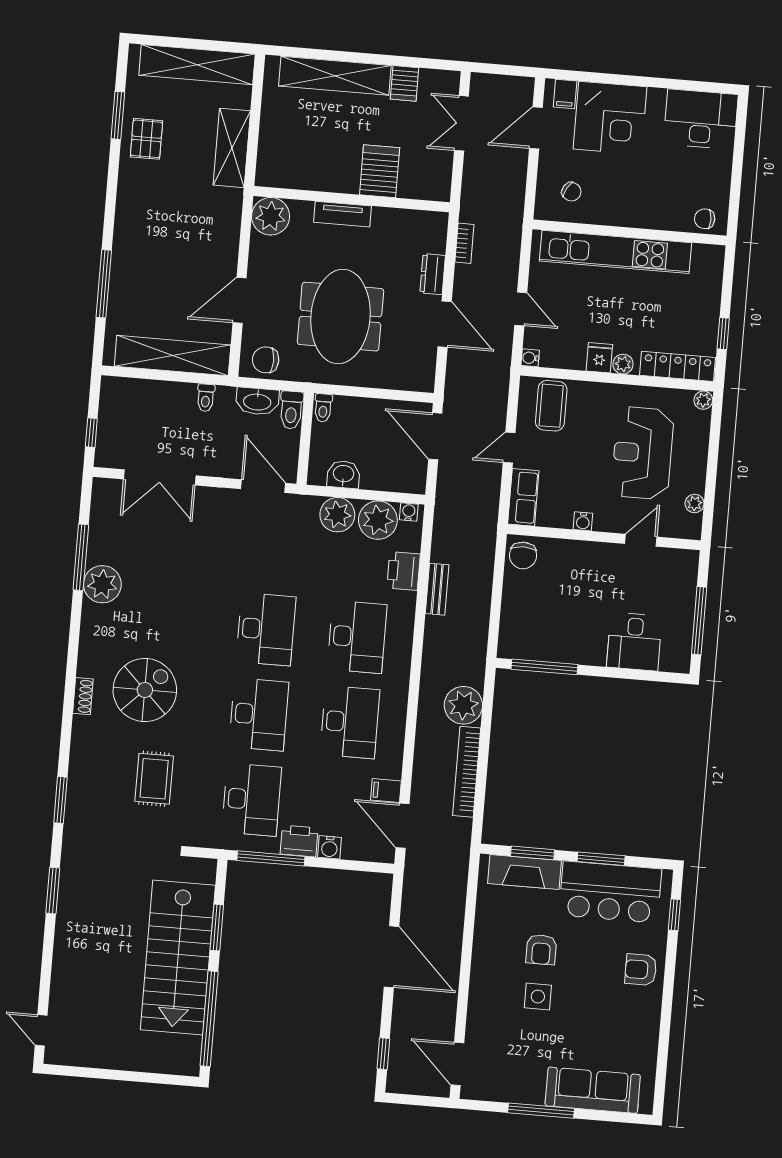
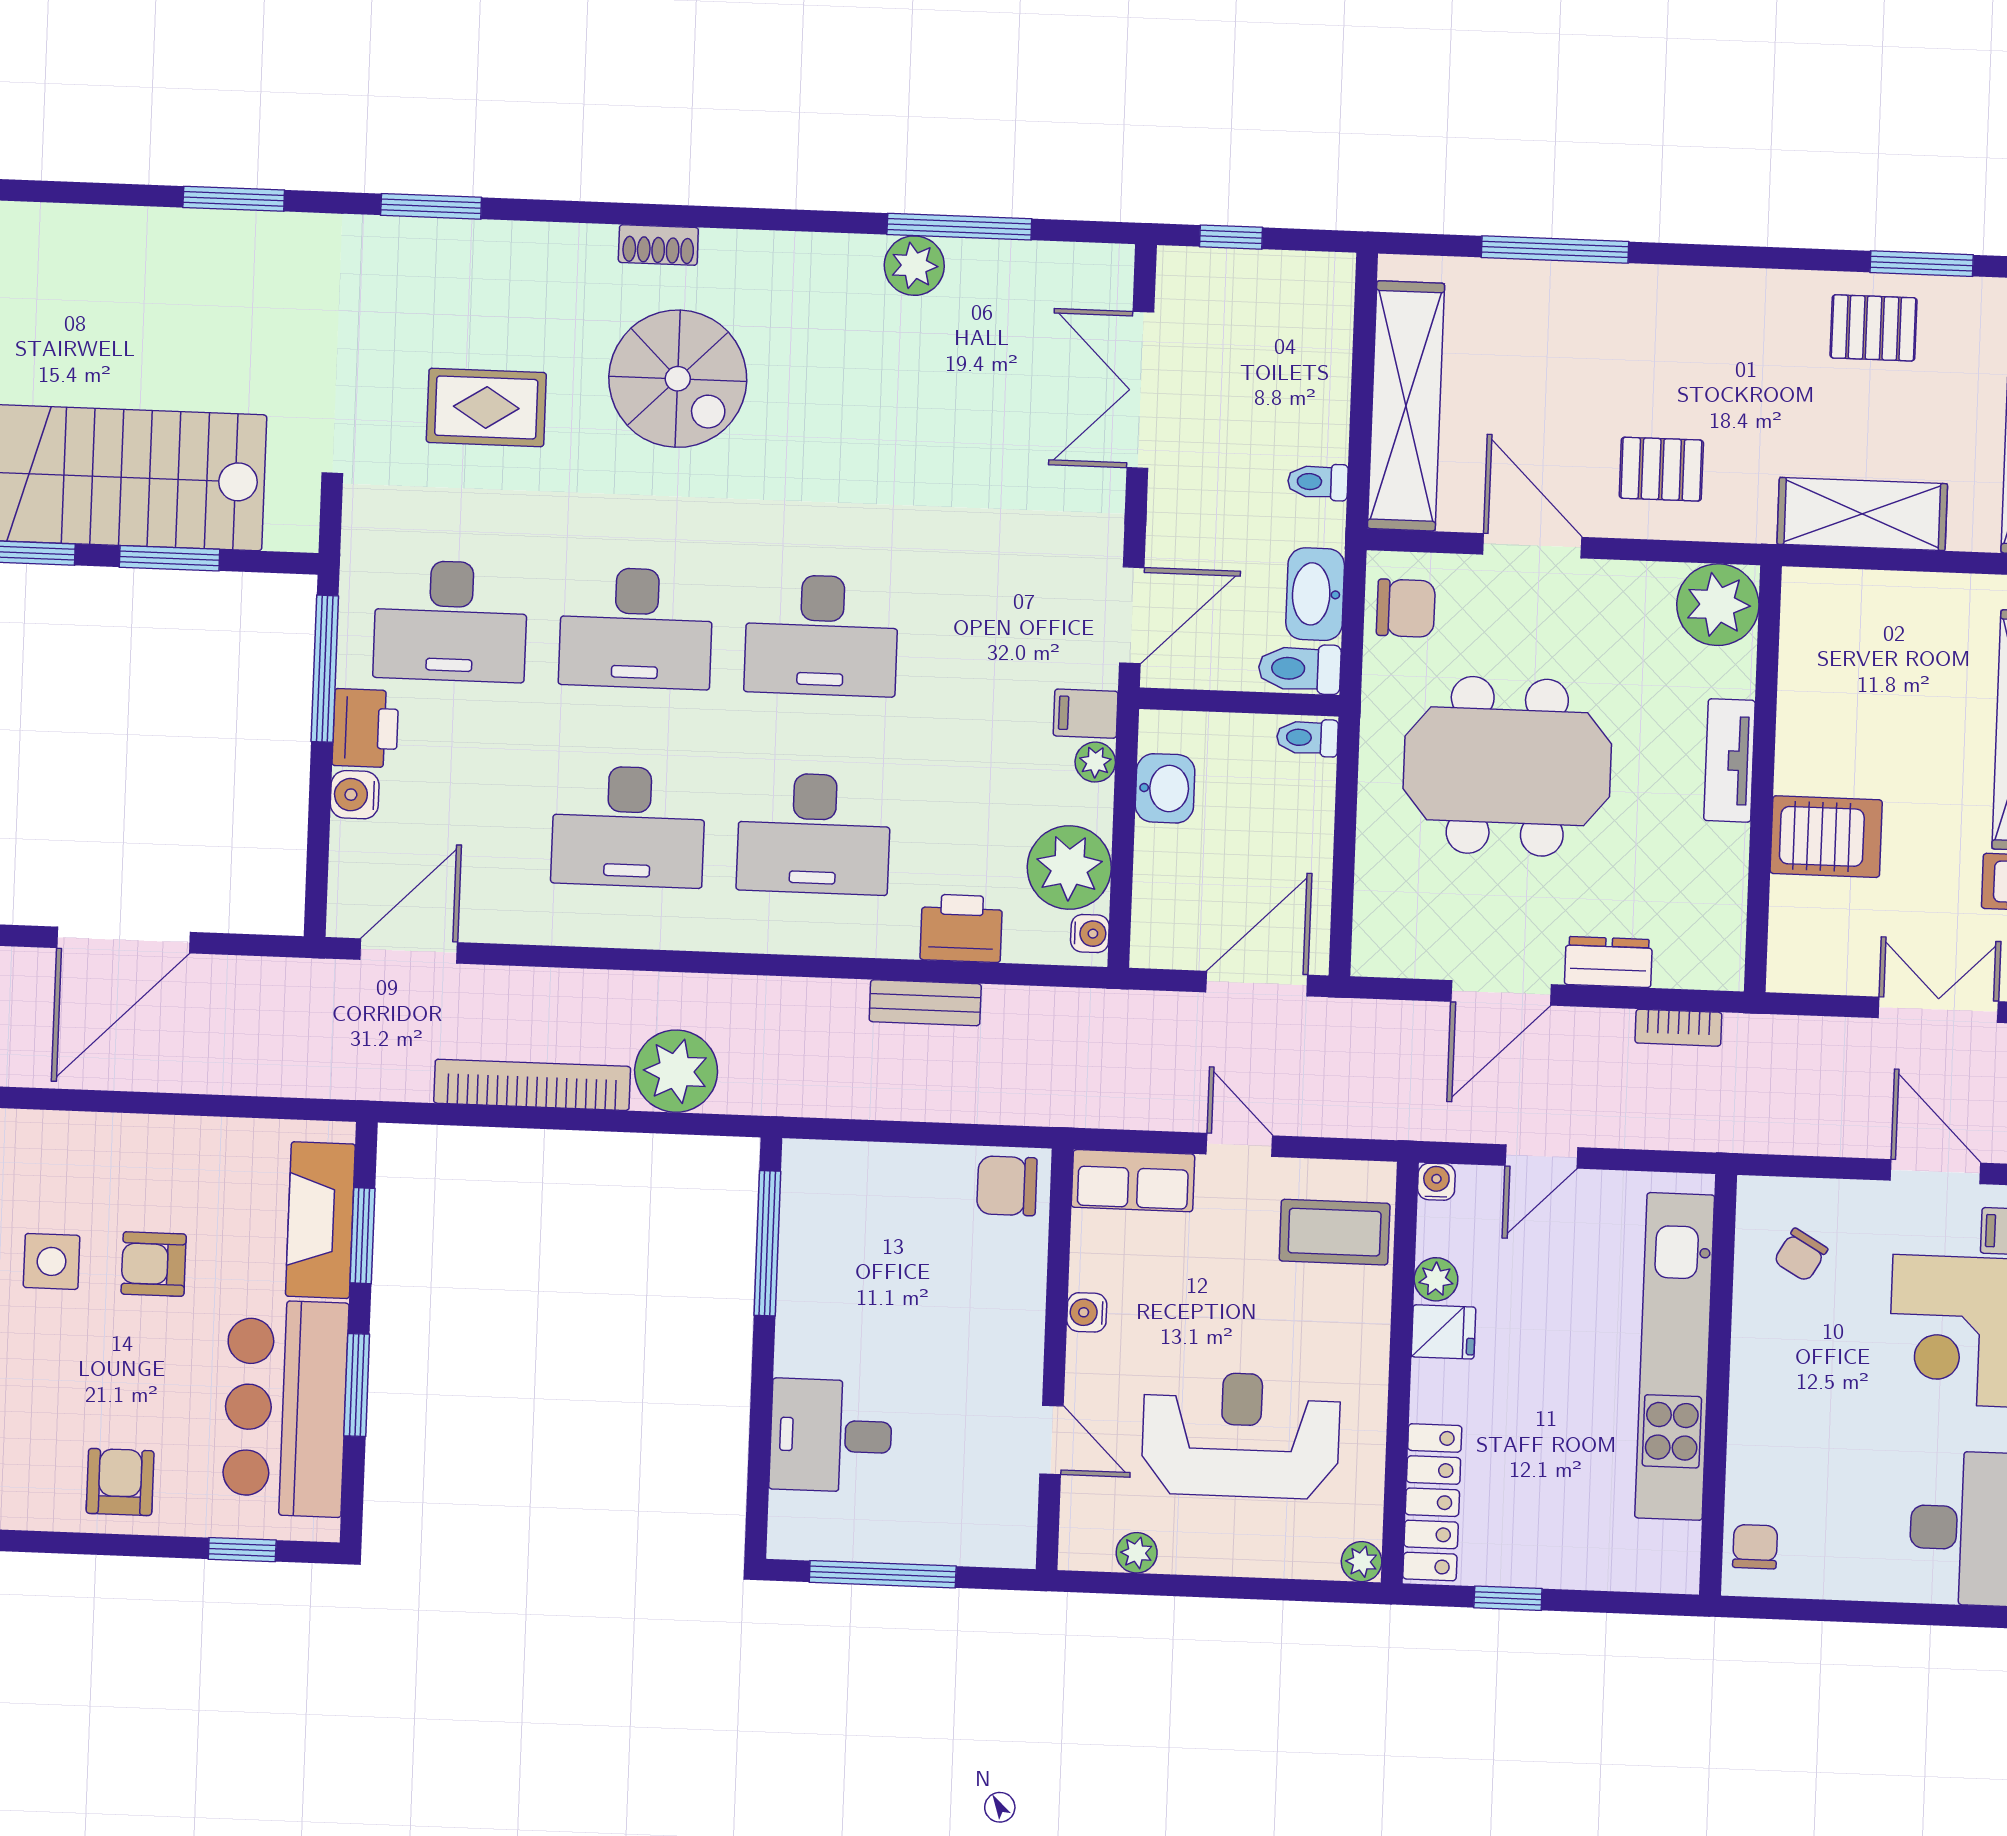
pallet: (207, 239) -> (1661, 469), added
chair: (266, 360) -> (1406, 608), turned 90
plant: (623, 364) -> (1436, 1279), moved
plant: (337, 515) -> (1095, 762), width x0.53, depth x0.53
plant: (102, 584) -> (914, 266), width x0.73, depth x0.73
filing cabinet: (386, 791) -> (1086, 714), moved, turned -90

